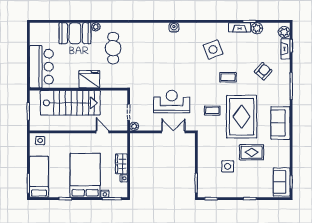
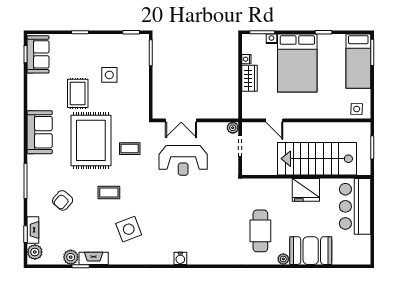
fridge: (89, 79) -> (306, 190), moved
rug: (252, 152) -> (78, 93), turned 90

